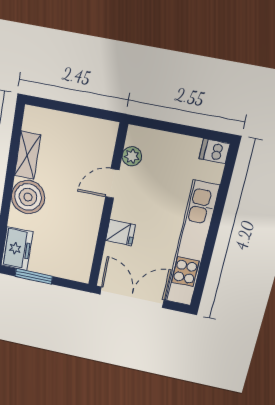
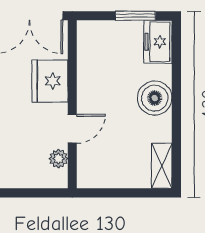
shelving: (27, 155) -> (162, 166), moved
fridge: (120, 233) -> (50, 81), width x1.88, depth x1.34

